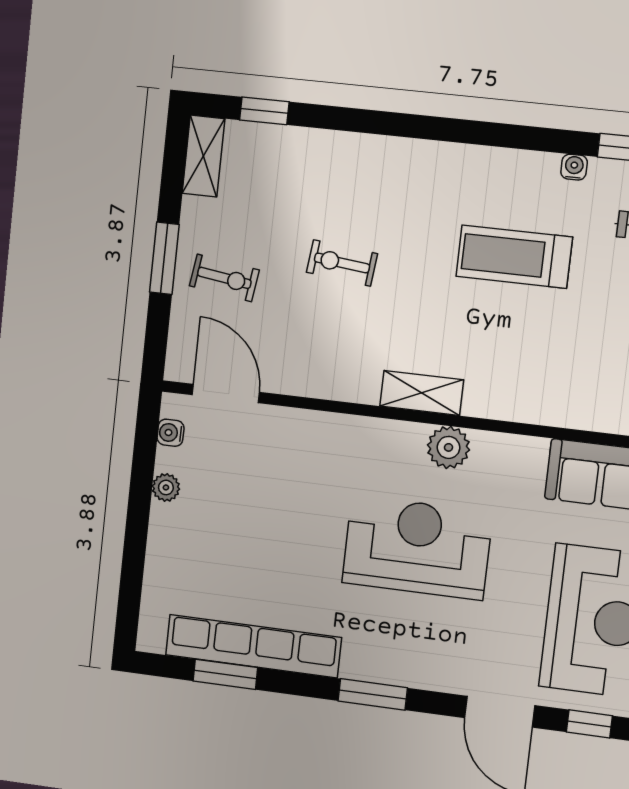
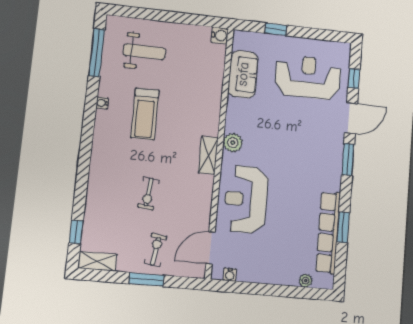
water cooler: (574, 167) -> (102, 103), moved
plant: (166, 487) -> (306, 281), moved
reception desk: (417, 548) -> (246, 199), moved
window: (225, 674) -> (343, 227), moved
window: (373, 694) -> (348, 159), moved

